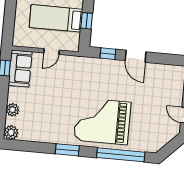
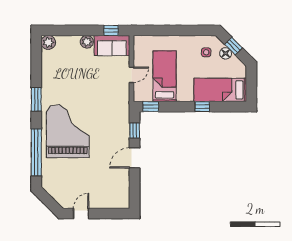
window: (87, 21) -> (151, 107), moved
door: (52, 52) -> (131, 75), swing flipped
plant: (12, 110) -> (87, 42), moved

